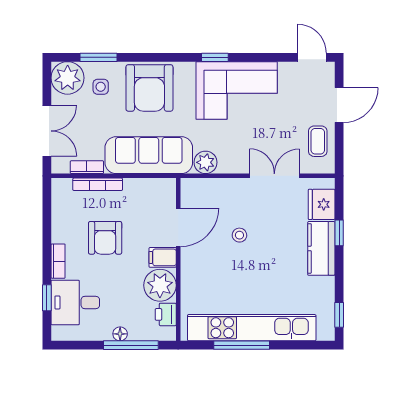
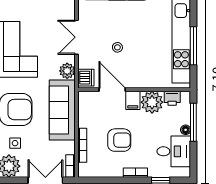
bookcase: (87, 167) -> (71, 166), moved
double door: (274, 176) -> (77, 37), moved
dishwasher: (196, 189) -> (86, 78), added
desk: (75, 302) -> (174, 151), moved, turned -90

